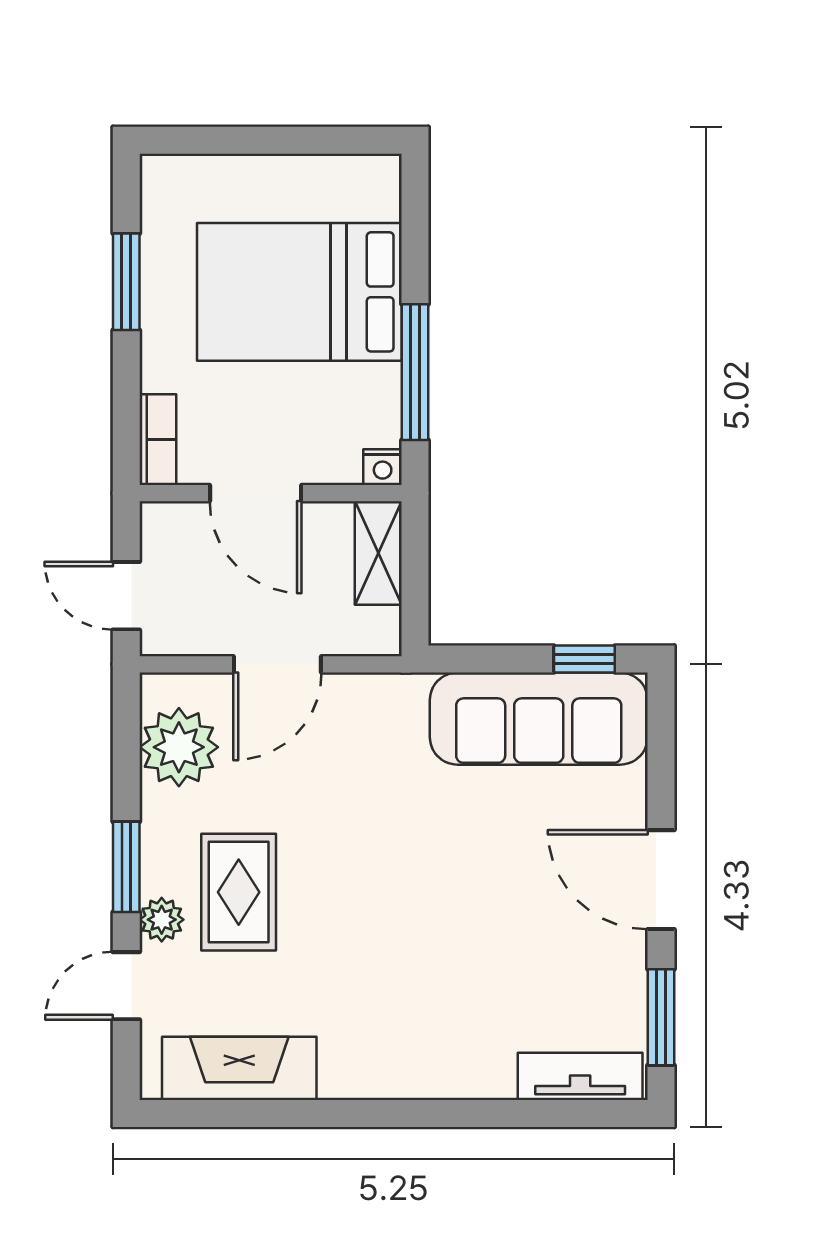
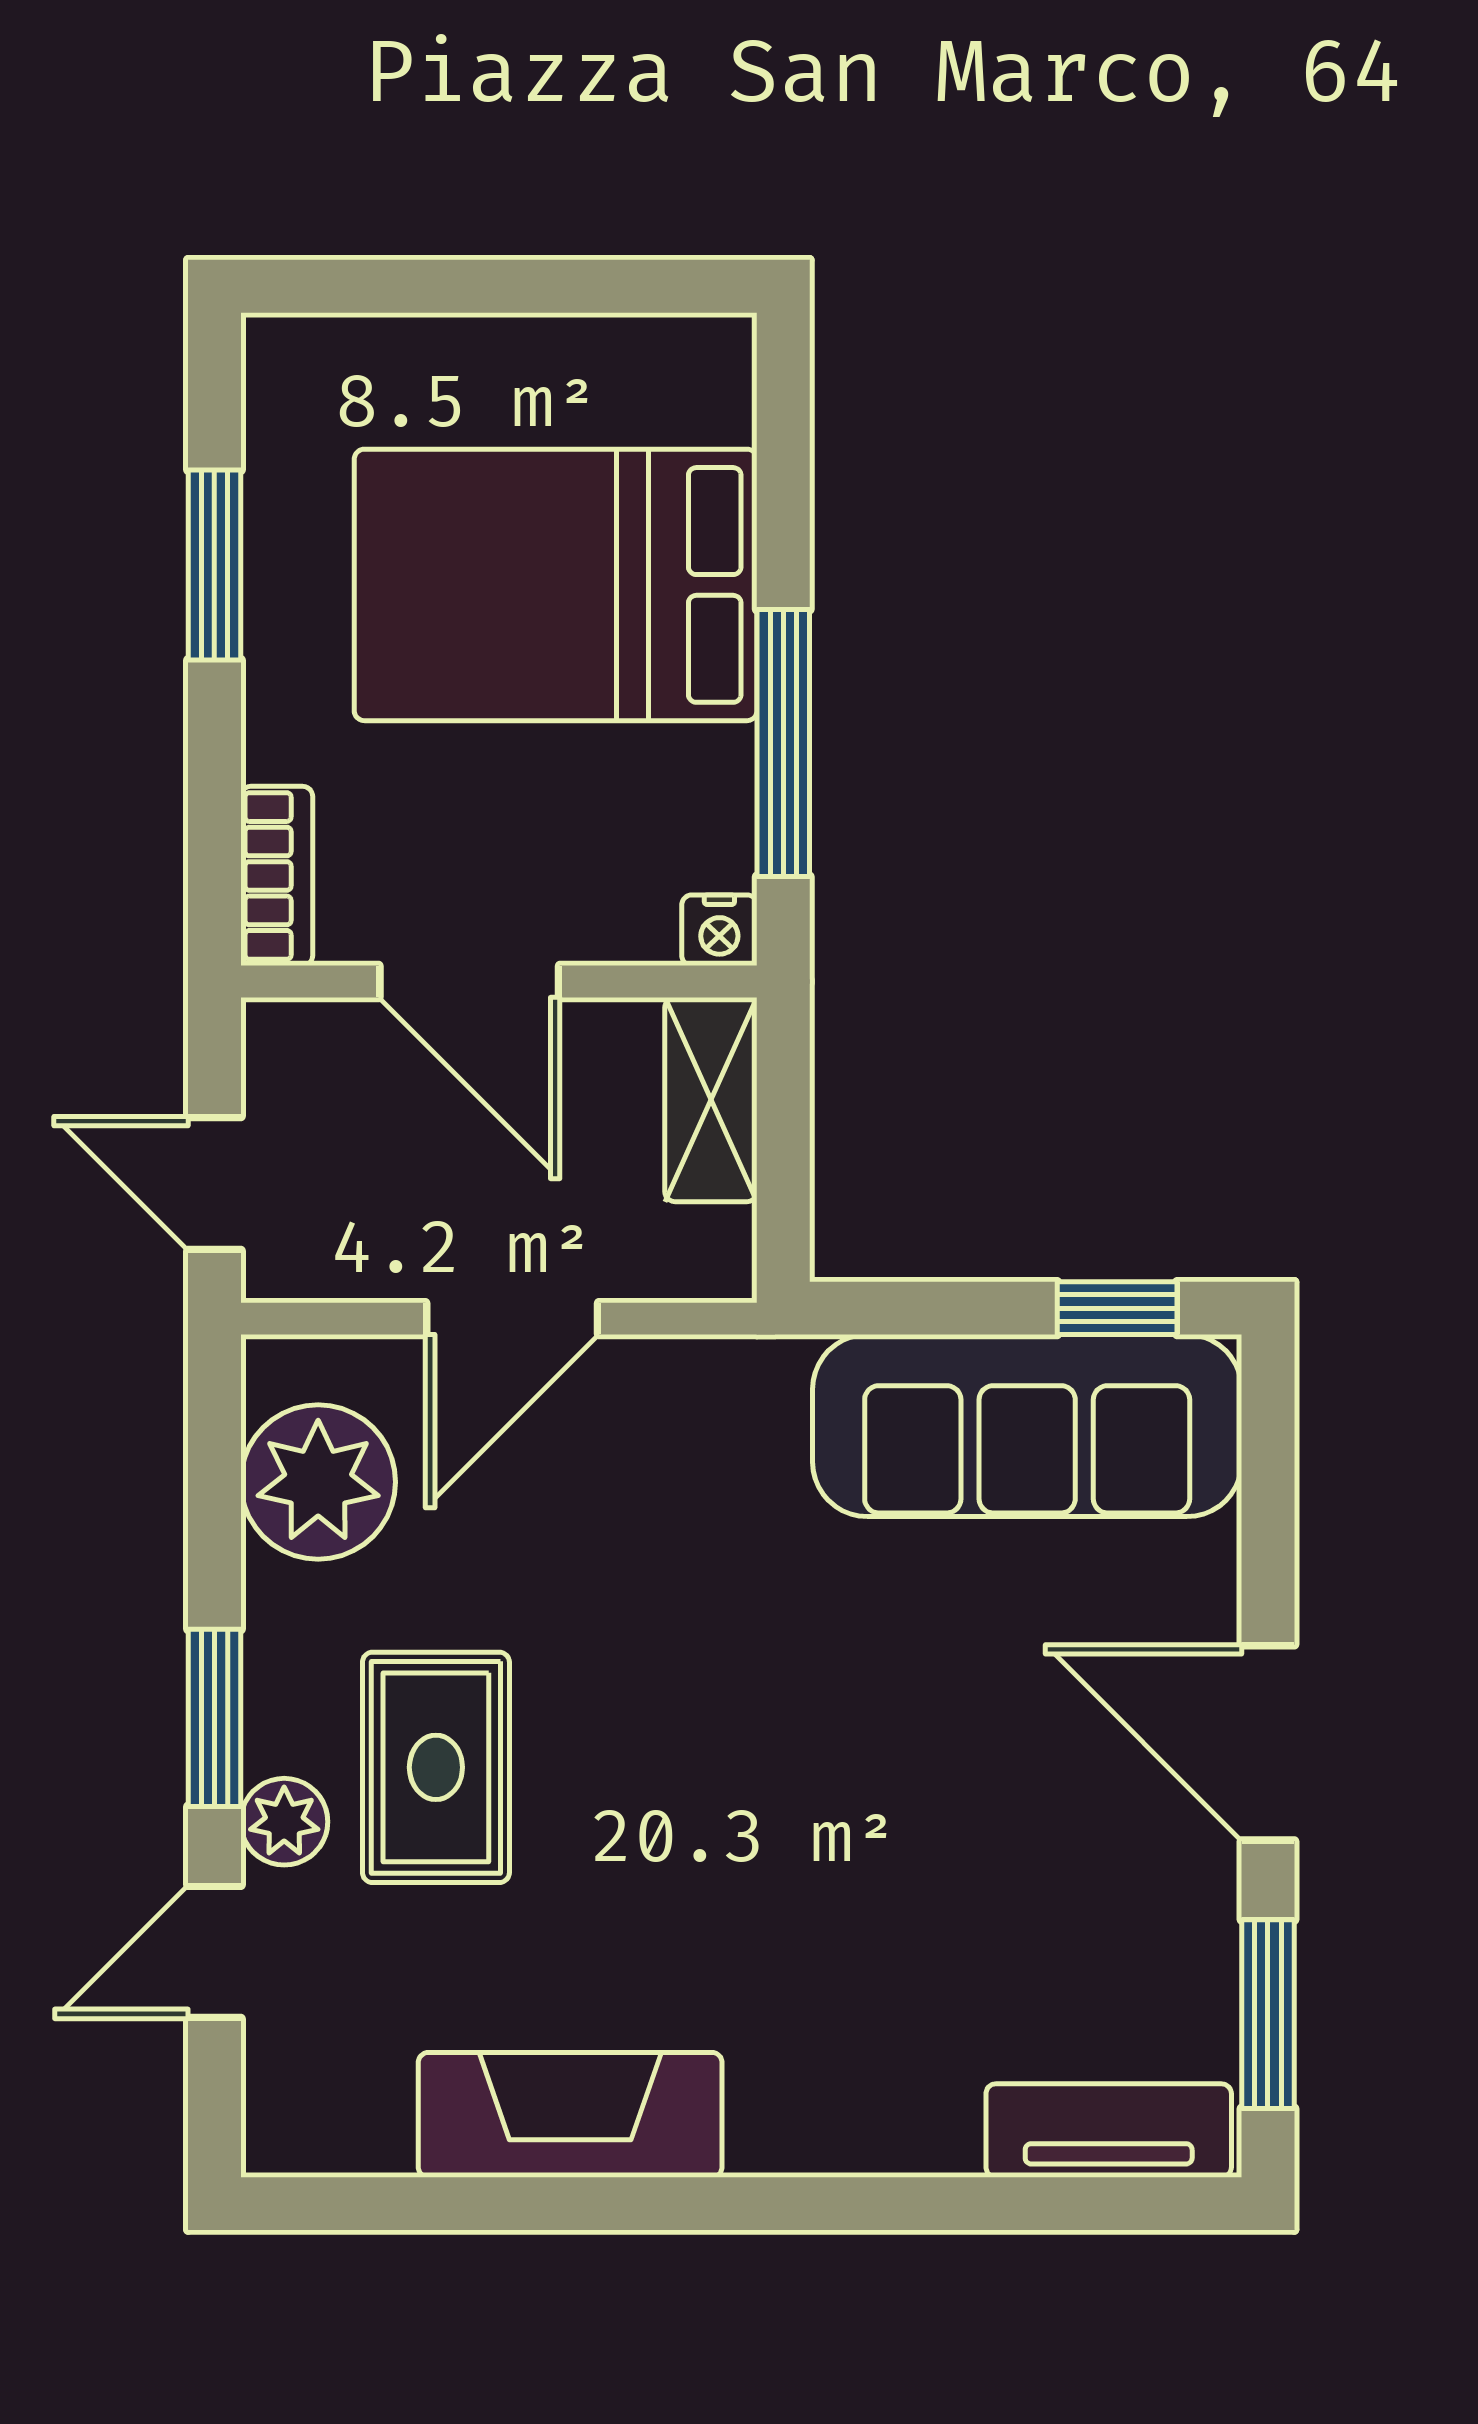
fireplace: (239, 1068) -> (570, 2115), moved

